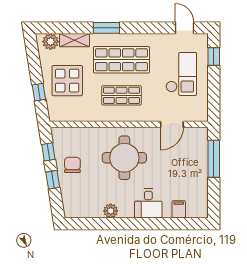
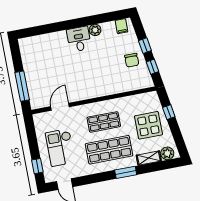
round table: (124, 158) -> (92, 74), removed
desk: (148, 203) -> (79, 39), moved
filing cabinet: (179, 209) -> (121, 26), moved

